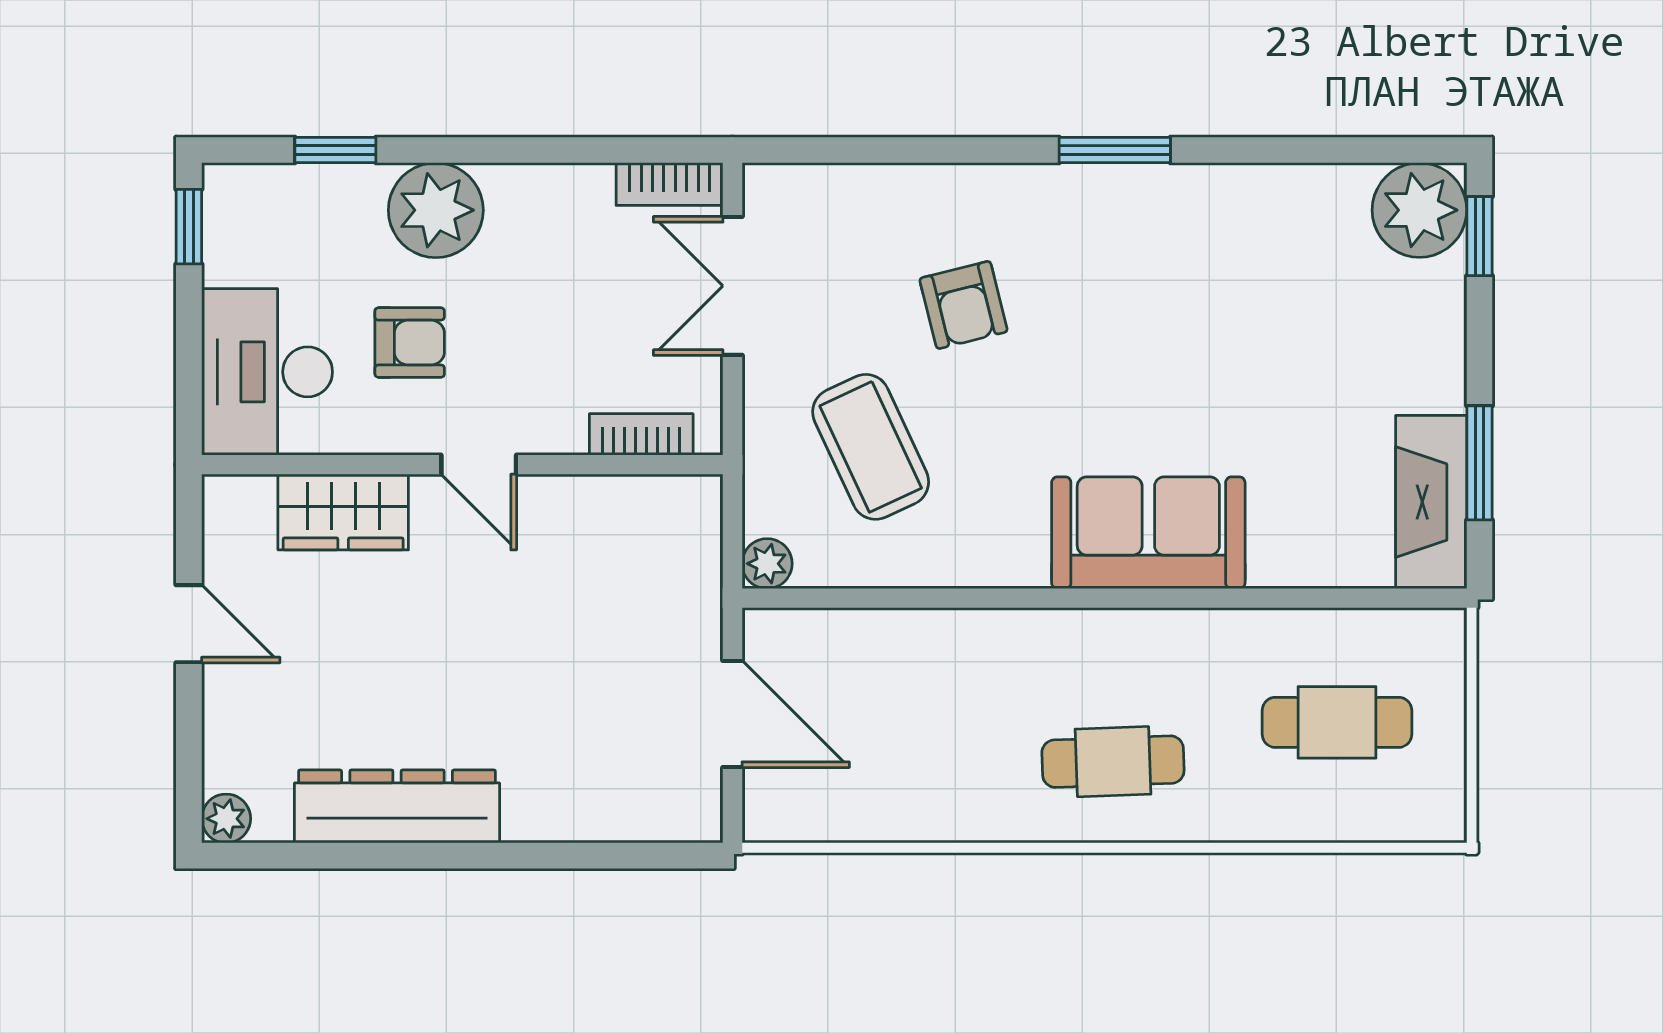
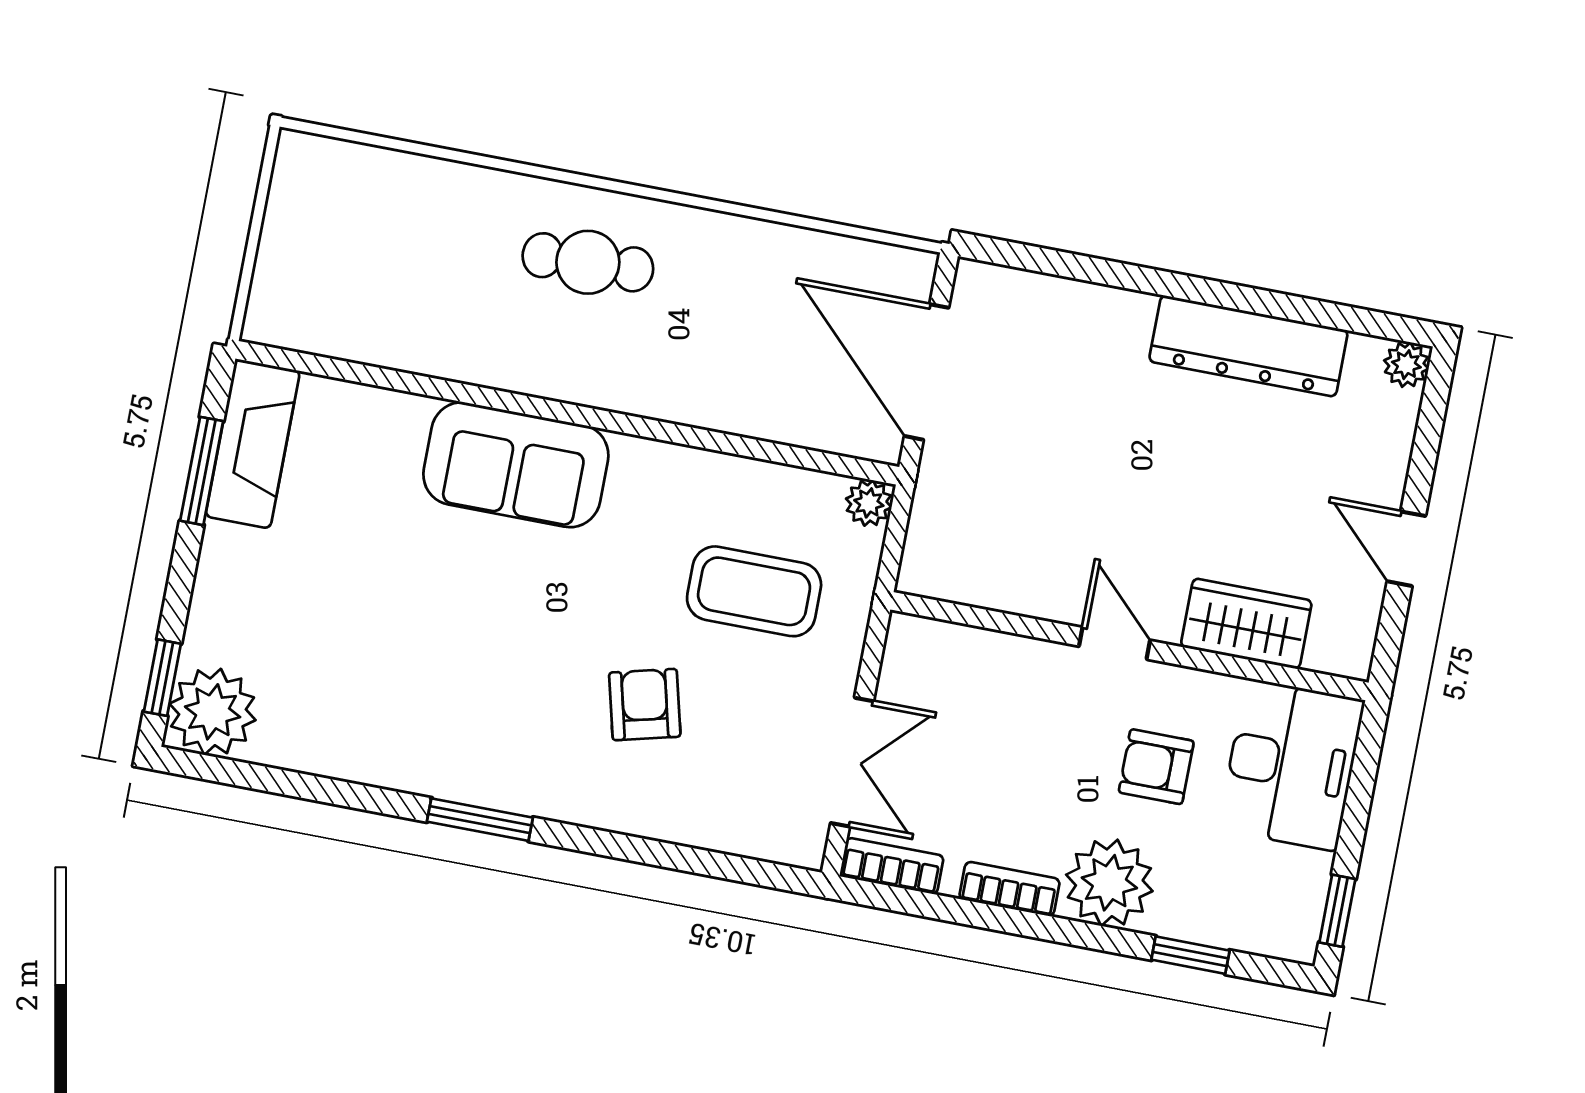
bookcase: (641, 434) -> (1010, 889), moved, turned 180
coffee table: (871, 447) -> (754, 591), turned -65
door: (732, 714) -> (926, 372), width x1.36
cafe table: (1337, 722) -> (377, 259), removed

